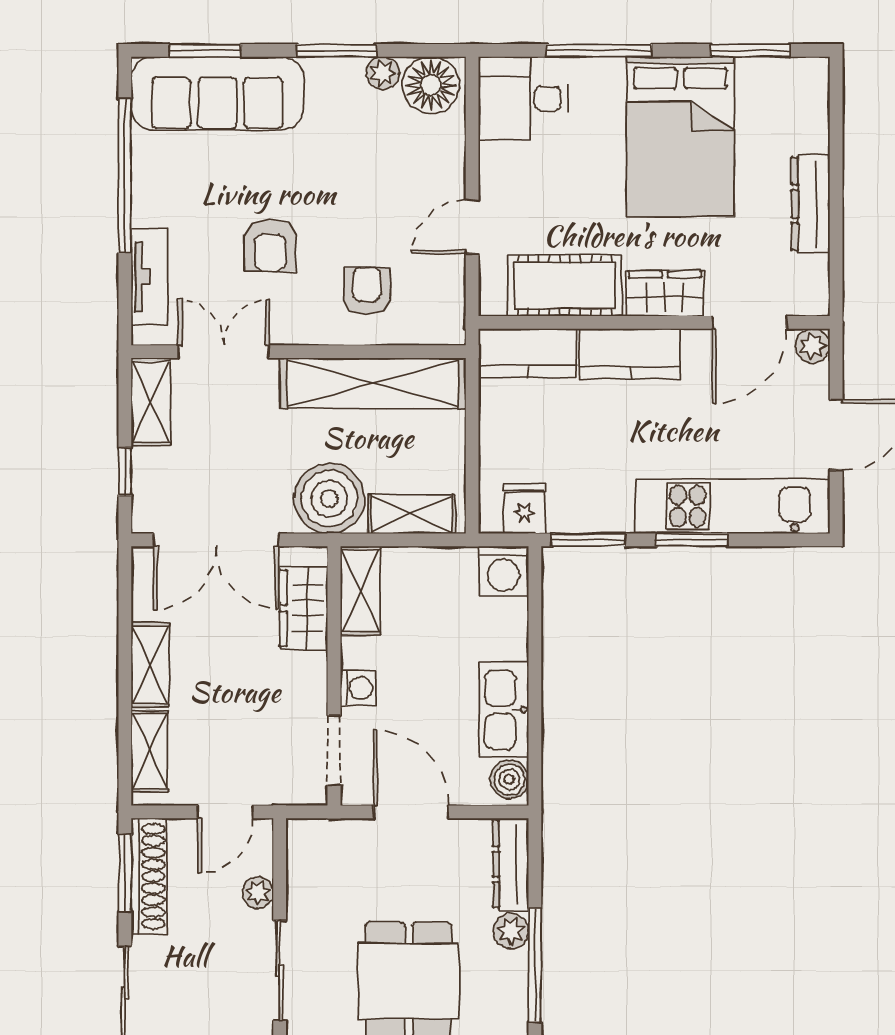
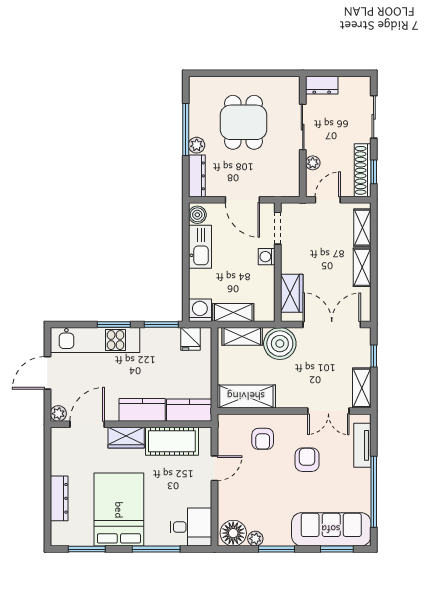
dresser: (811, 204) -> (59, 498), moved
shelving: (373, 383) -> (246, 396), width x0.68
shelving: (360, 591) -> (233, 312), moved, turned 90
window: (125, 873) -> (374, 172), width x0.67

